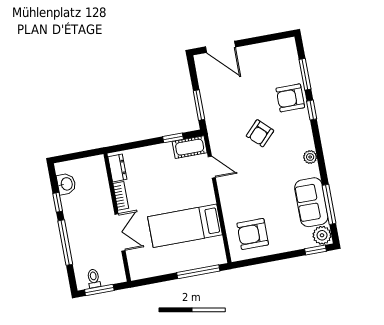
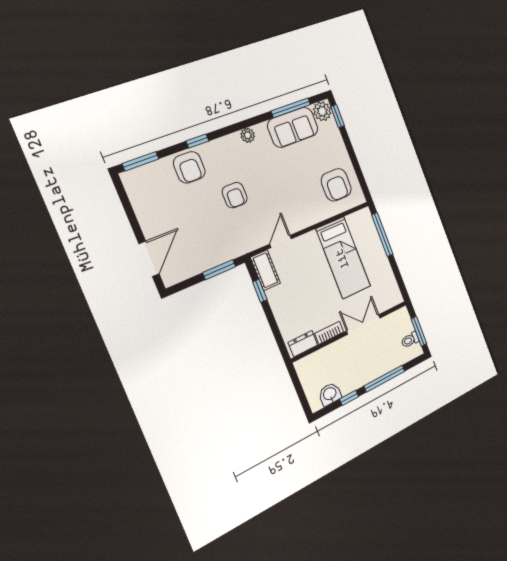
window: (305, 74) -> (141, 161), moved
armchair: (260, 133) -> (235, 195), turned 46

